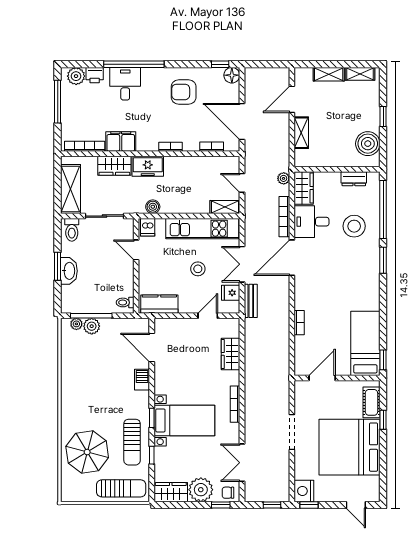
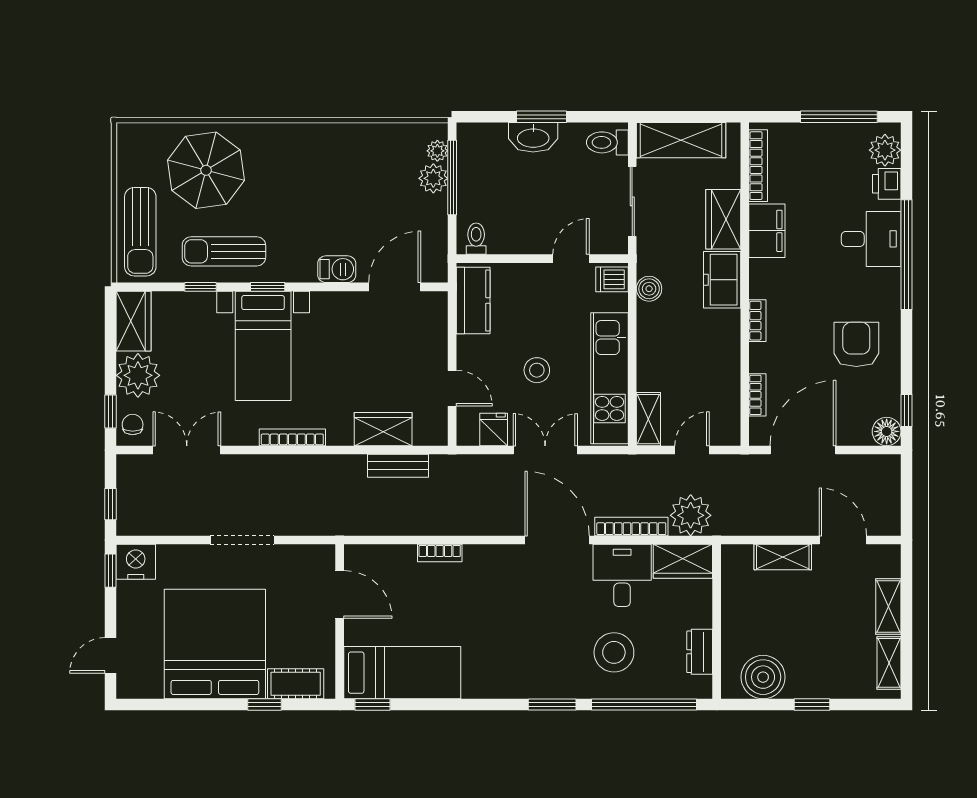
plant: (284, 178) -> (691, 515), width x1.87, depth x1.87
bench: (251, 301) -> (398, 466), moved

